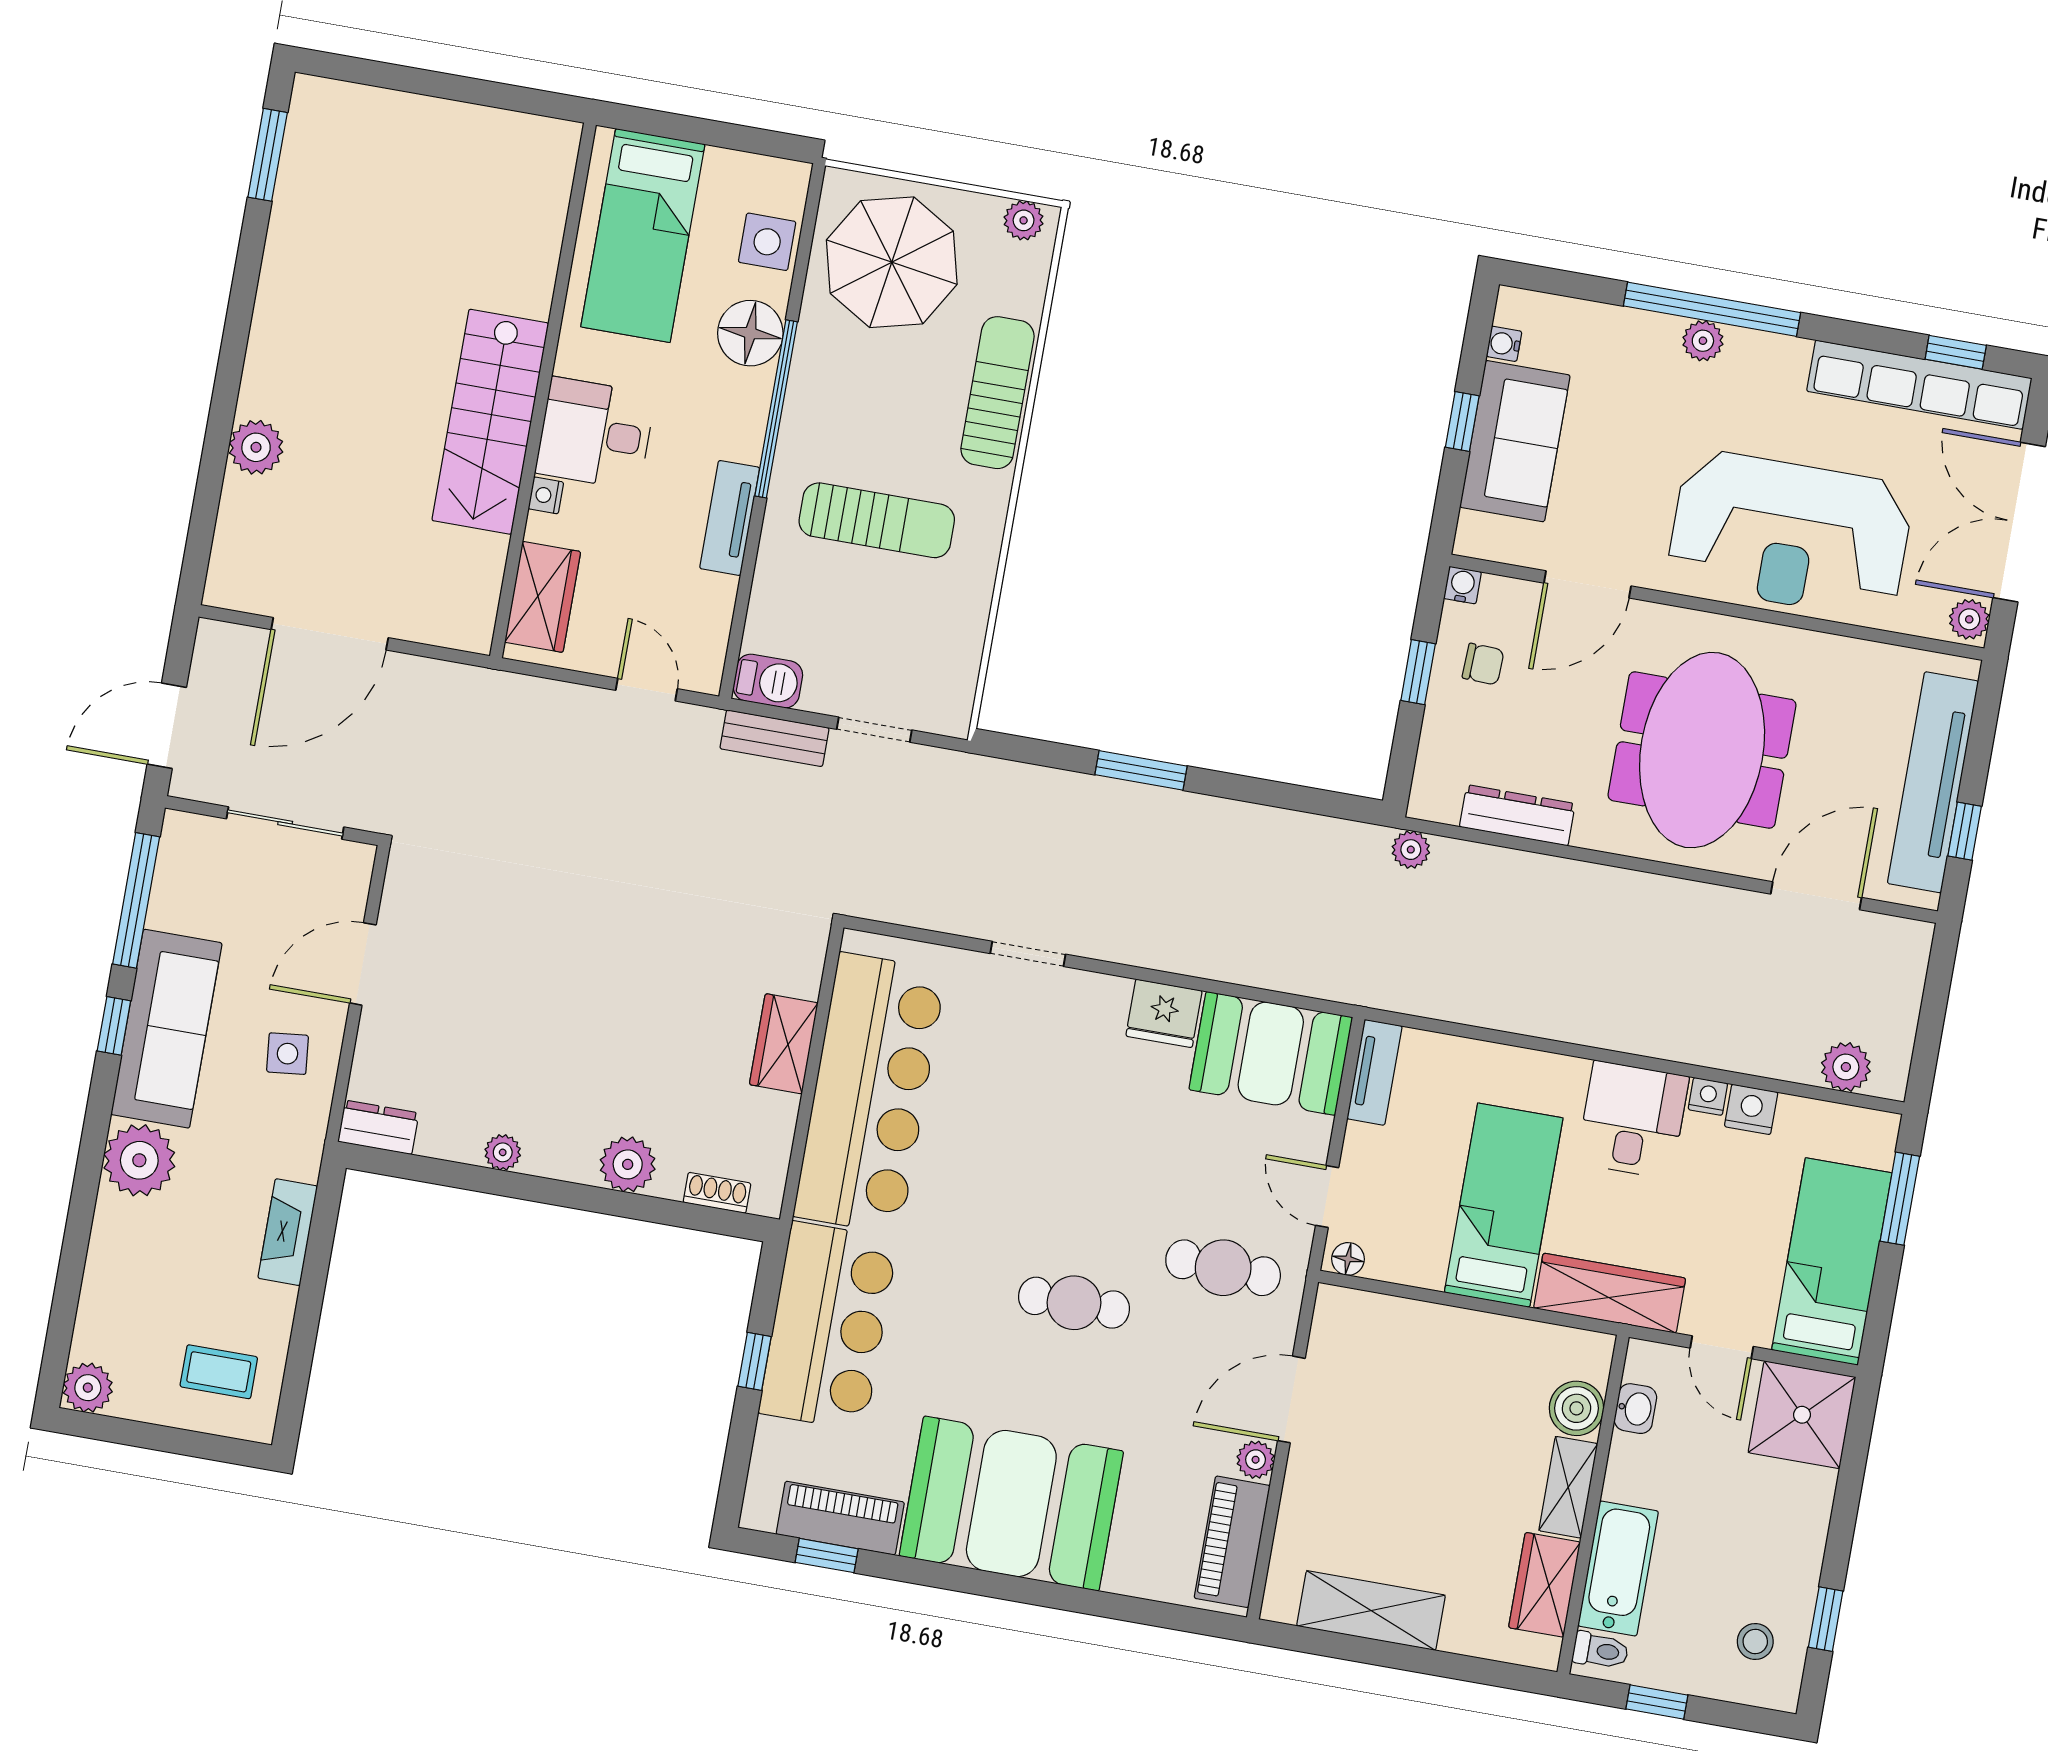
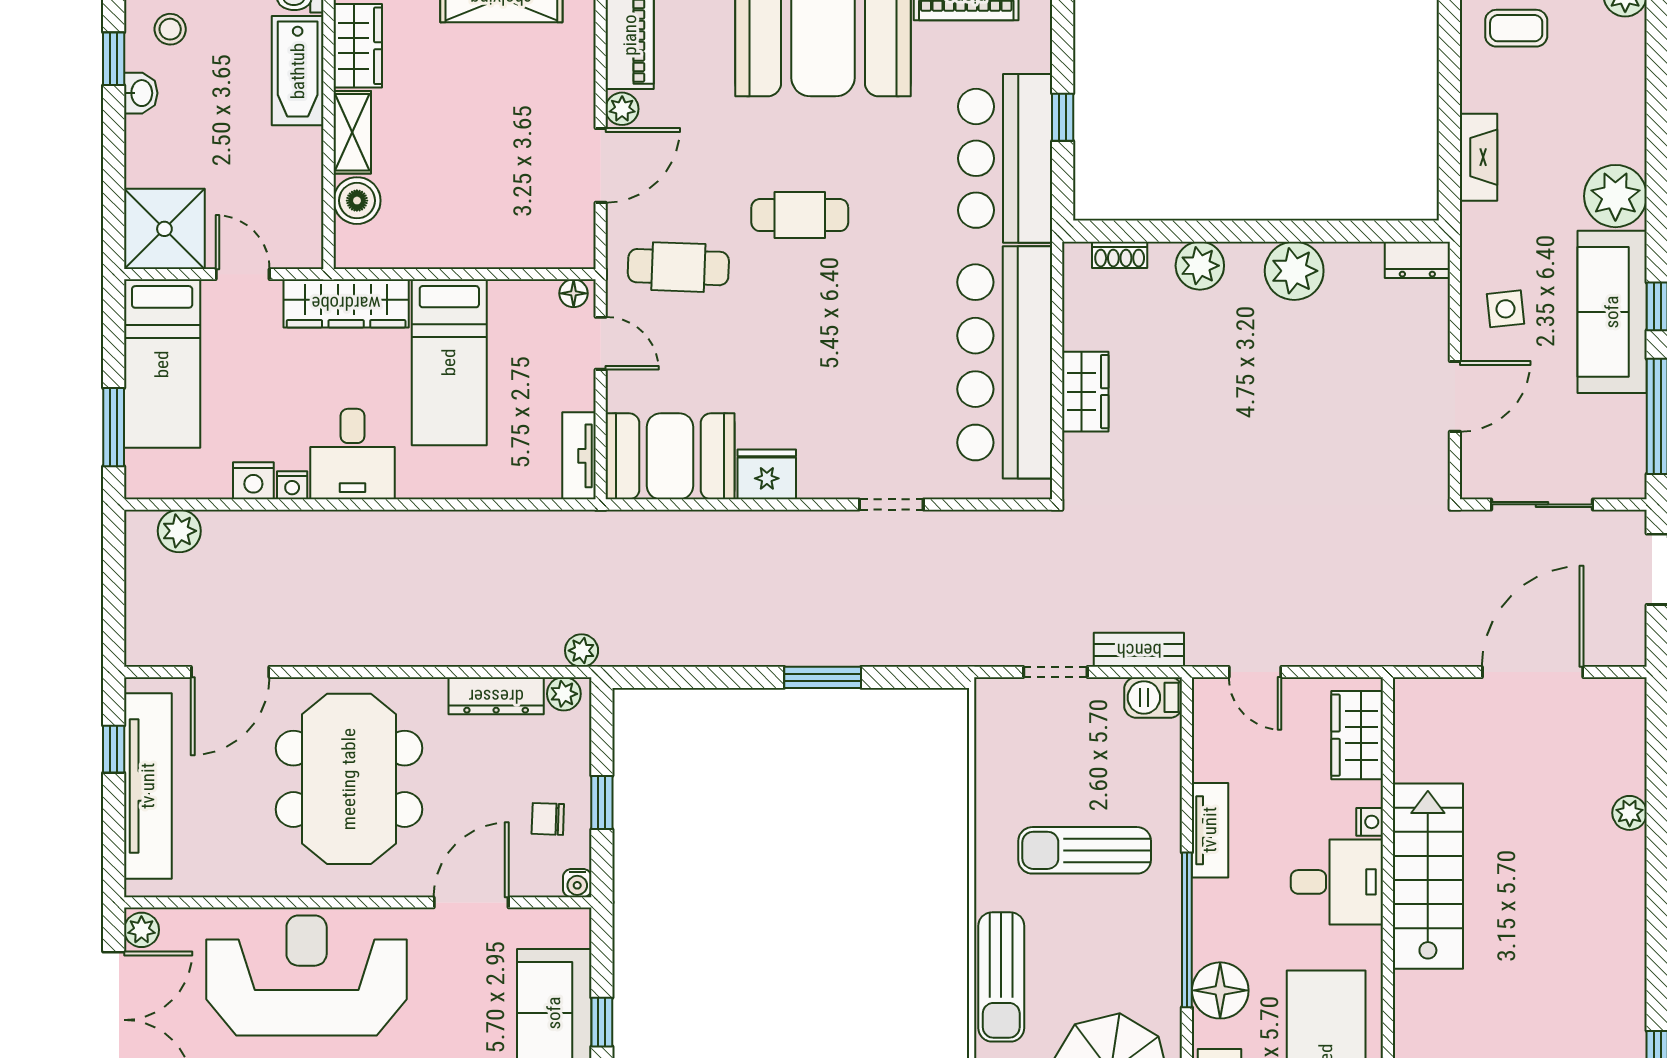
plant: (256, 447) -> (1630, 813), width x0.73, depth x0.73
plant: (1440, 804) -> (564, 694), added
plant: (503, 1152) -> (1294, 271), width x1.87, depth x1.87
washbasin: (1635, 1409) -> (141, 93), moved, turned 180

